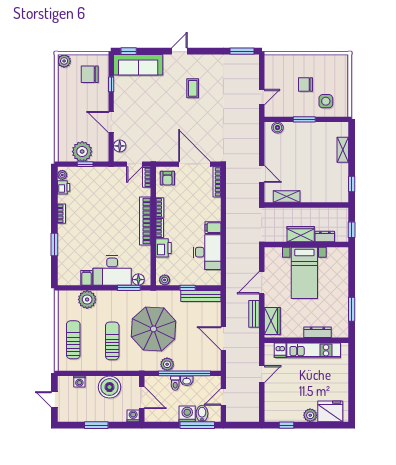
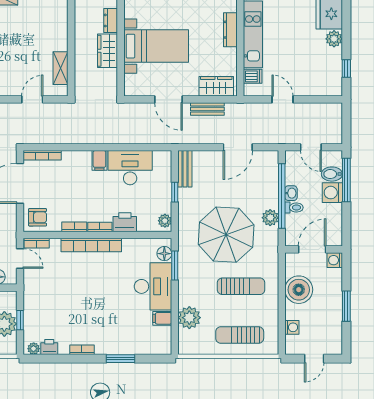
bench: (201, 296) -> (185, 169), width x0.73
sun lounger: (112, 341) -> (241, 286), turned 180

